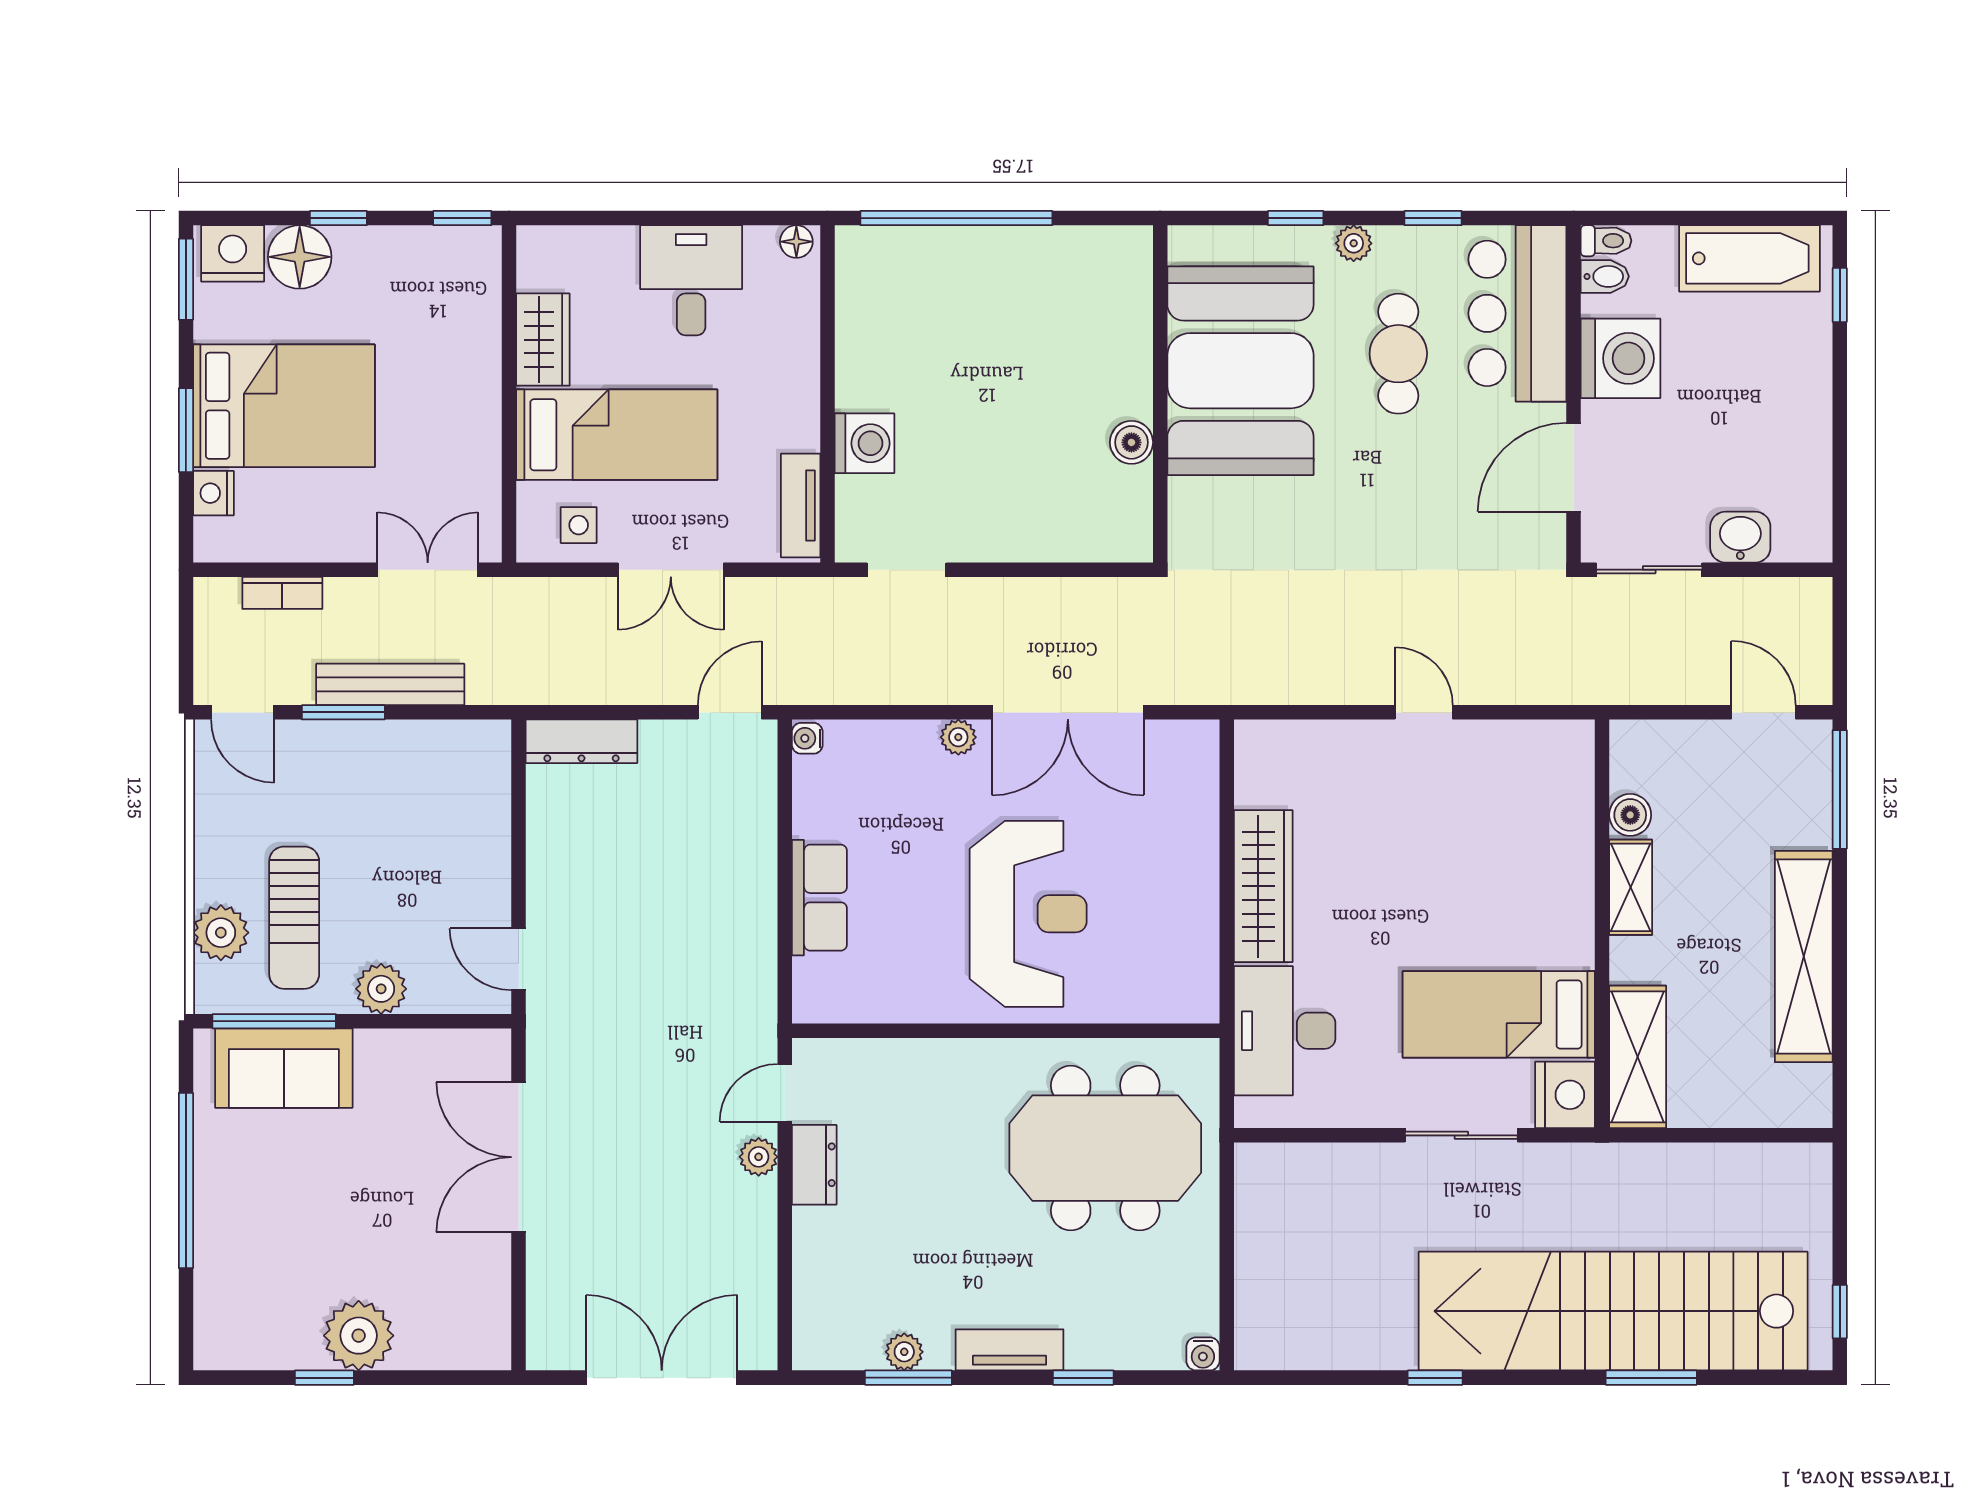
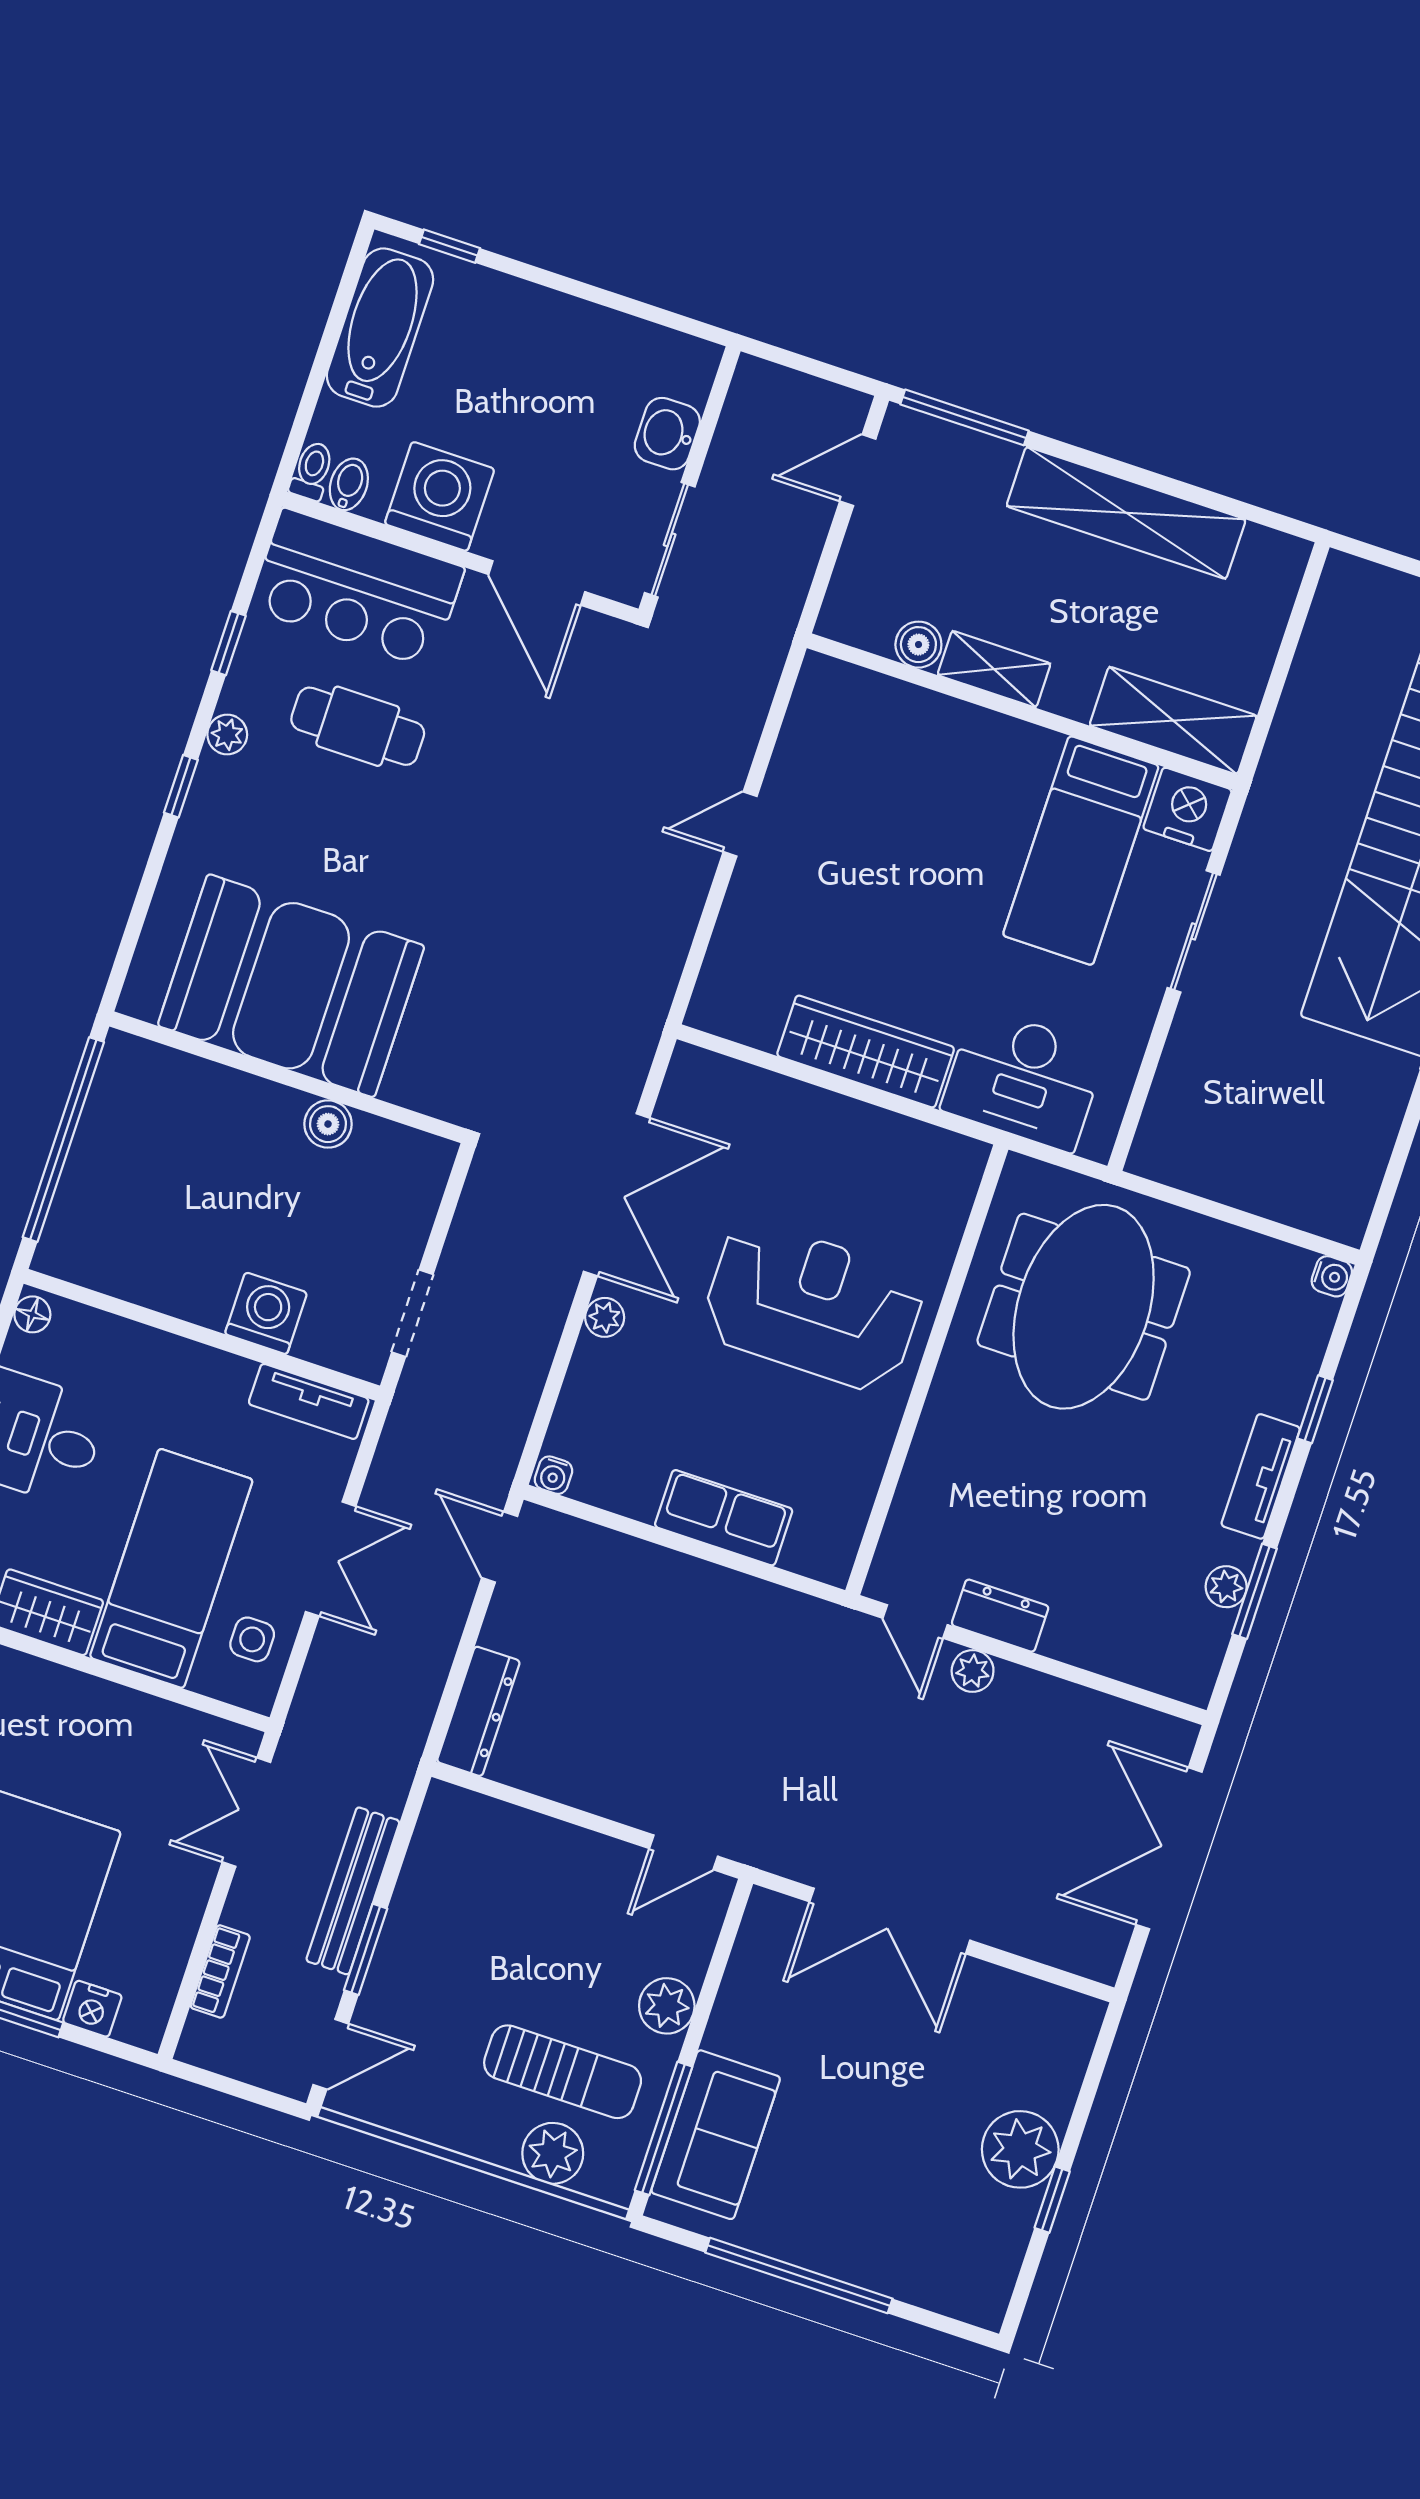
booth: (1240, 371) -> (291, 986), moved
wall: (1160, 394) -> (287, 1077), moved
boiler: (1131, 442) -> (328, 1124), moved

